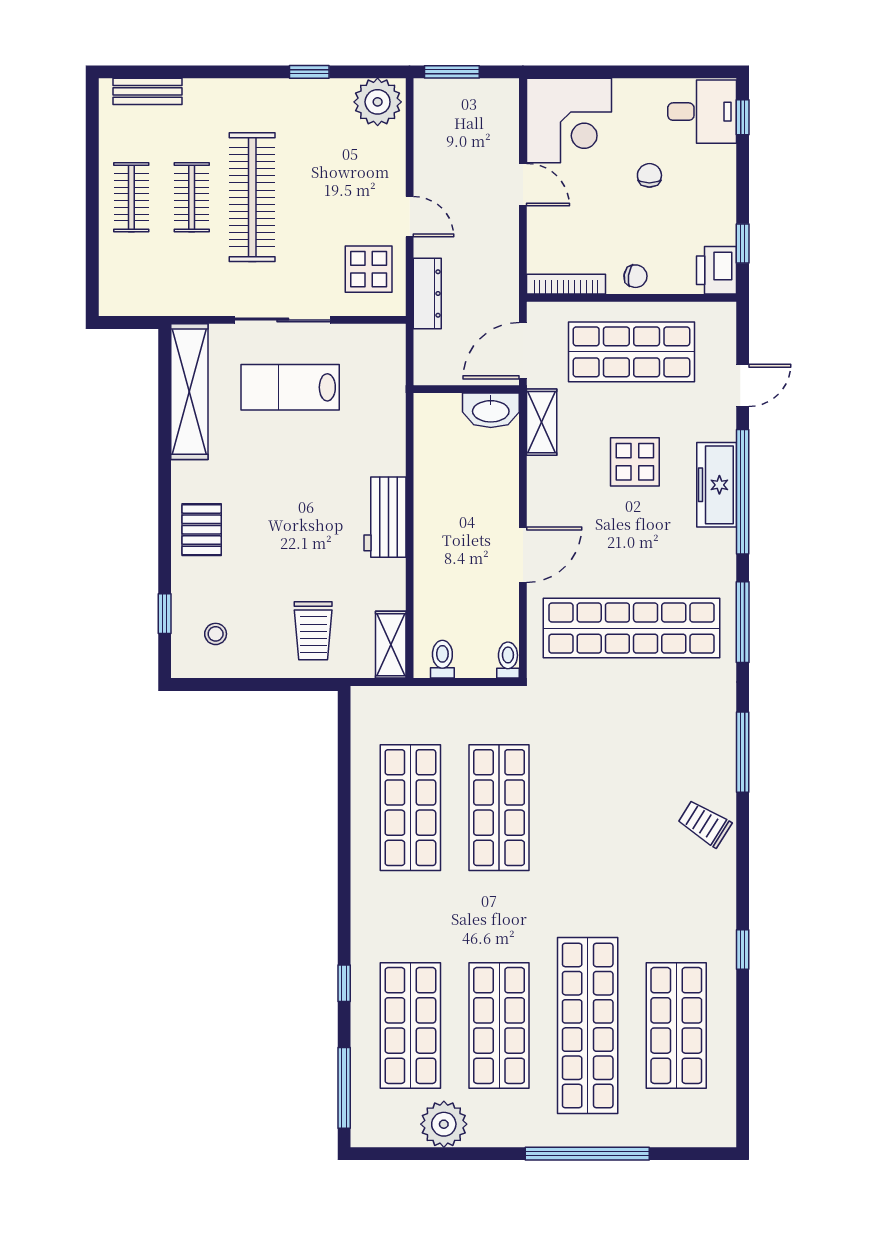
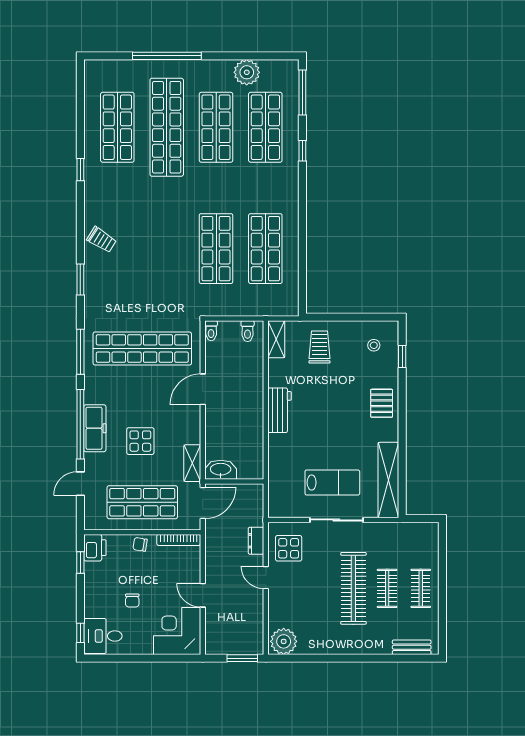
window: (309, 72) -> (322, 658), removed
dresser: (427, 293) -> (256, 541), width x0.70
window: (743, 752) -> (80, 279), width x0.69

